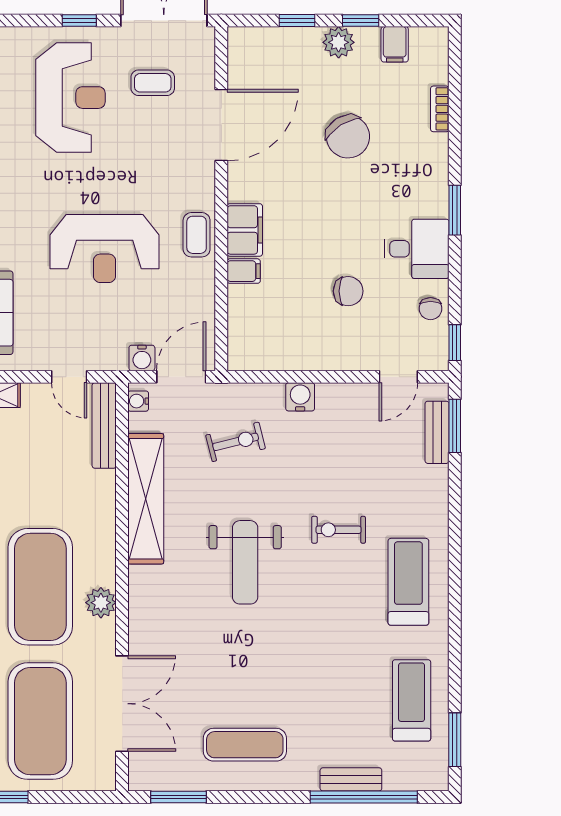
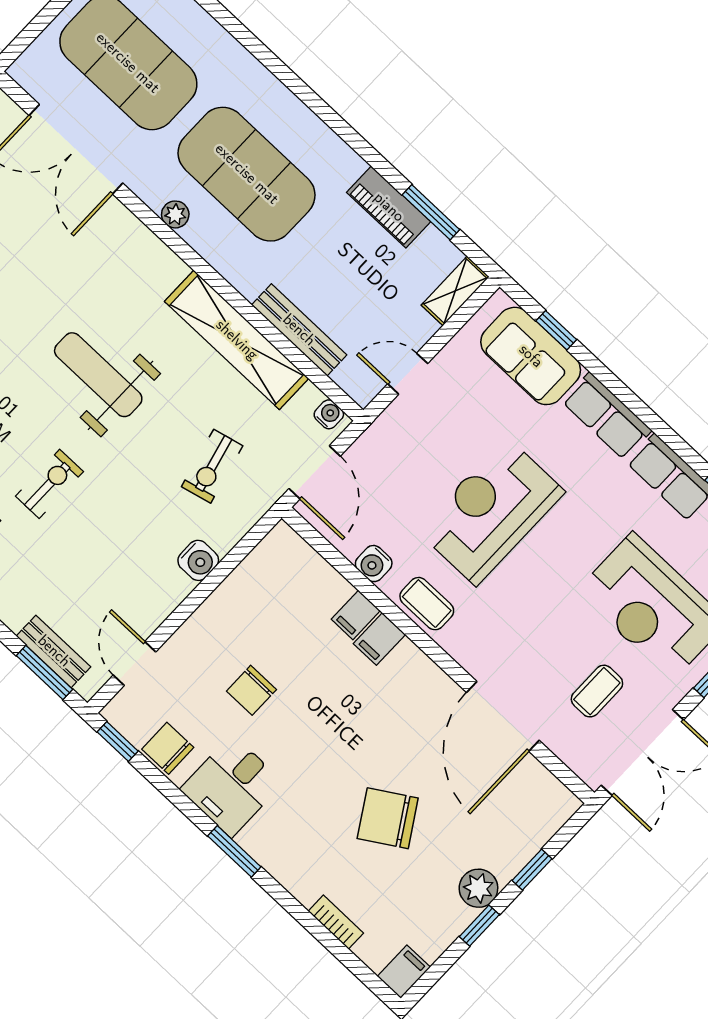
filing cabinet: (395, 44) -> (404, 972), moved, turned 90
filing cabinet: (245, 230) -> (379, 639), width x0.50
chair: (431, 309) -> (168, 748), width x1.37, depth x1.37
water cooler: (142, 358) -> (374, 564), moved, turned -90
bench: (104, 425) -> (299, 330), moved
plant: (101, 603) -> (175, 214), width x0.73, depth x0.73

